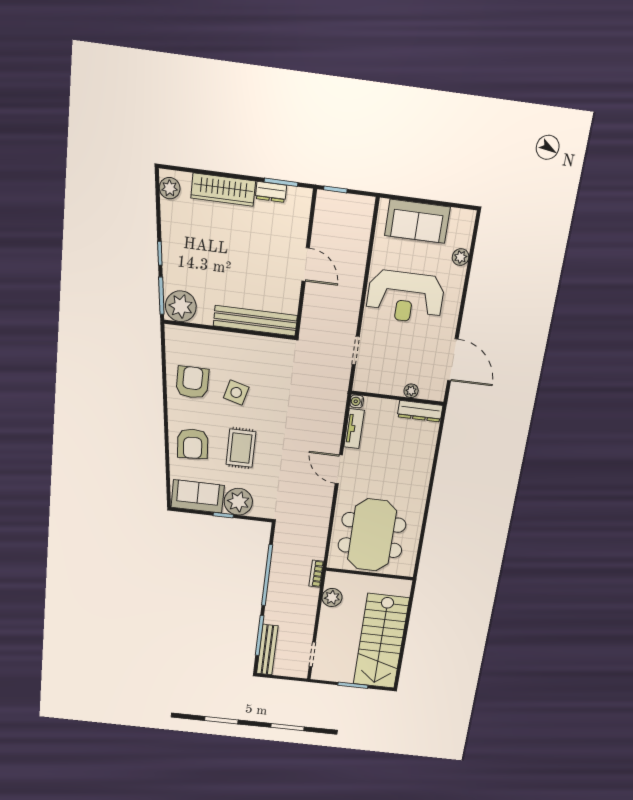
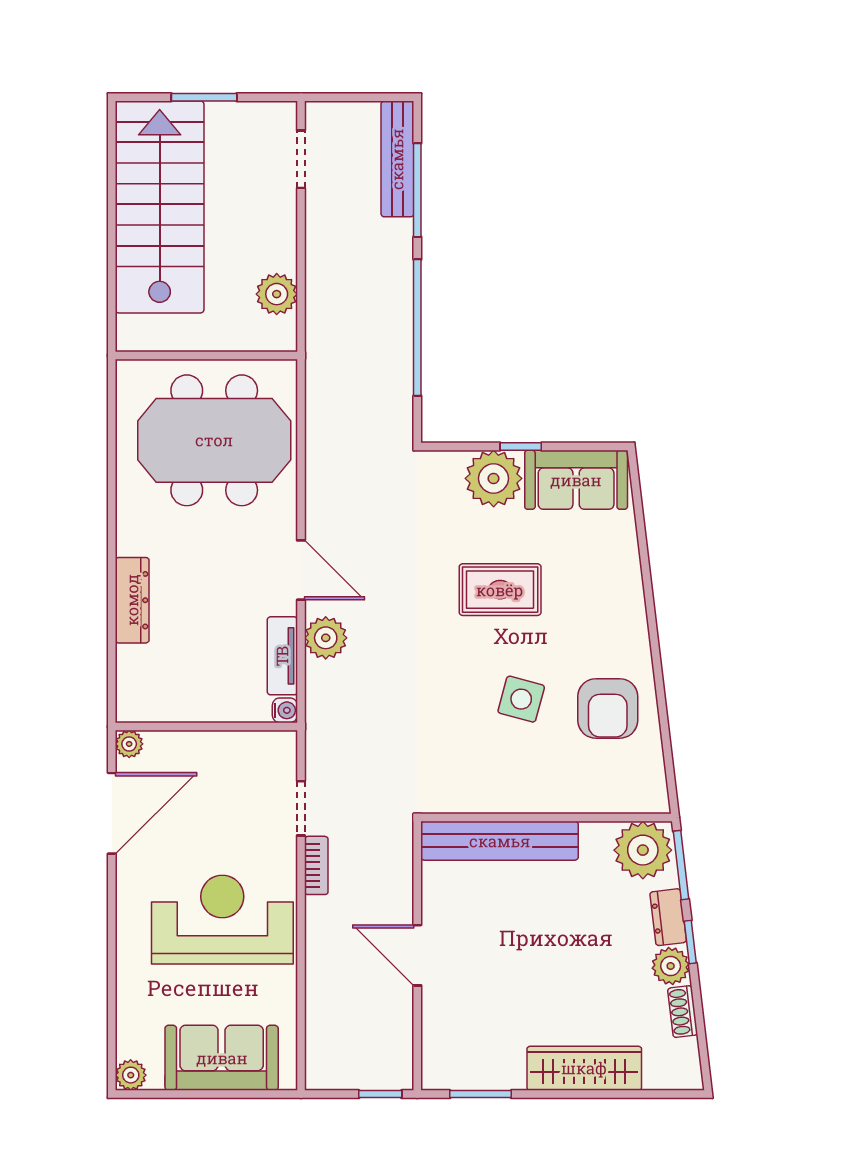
plant: (170, 188) -> (671, 966), moved
dresser: (271, 192) -> (668, 917), moved, turned -97
shoe rack: (167, 215) -> (683, 1012), added
plant: (461, 257) -> (131, 1075), moved
door: (453, 360) -> (112, 813), swing flipped
plant: (411, 391) -> (129, 744), moved
dresser: (420, 411) -> (132, 600), moved, turned 90
plant: (331, 435) -> (326, 638), added
armchair: (193, 444) -> (596, 587), removed
rug: (241, 448) -> (500, 590), turned 90
meeting table: (372, 535) -> (214, 440), turned 90
bookcase: (316, 574) -> (316, 865), moved

